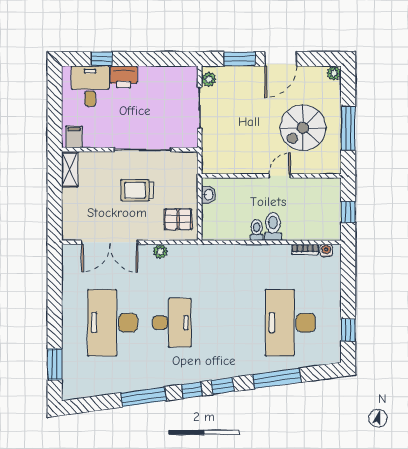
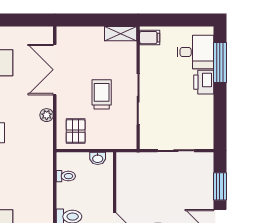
window: (102, 59) -> (220, 62), width x2.17
plant: (209, 79) -> (202, 159), removed
toilet: (257, 230) -> (66, 176), moved

